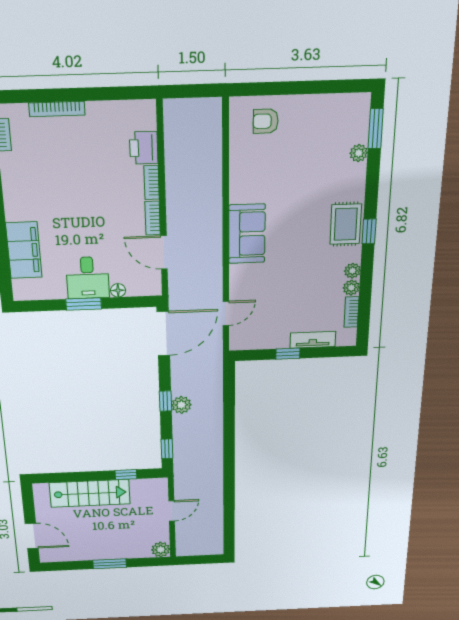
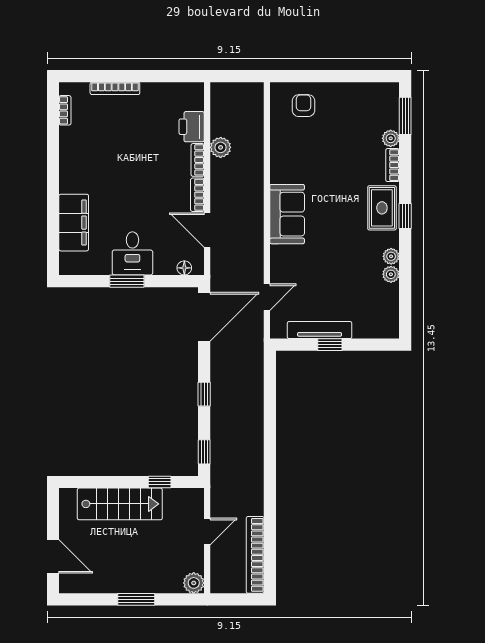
armchair: (266, 121) -> (303, 106), turned 90
floor lamp: (118, 290) -> (184, 268), moved
bookcase: (352, 312) -> (393, 165), moved
tv unit: (313, 340) -> (320, 330), moved, width x1.41
plant: (181, 405) -> (221, 147), moved
bookcase: (216, 526) -> (255, 555), added

